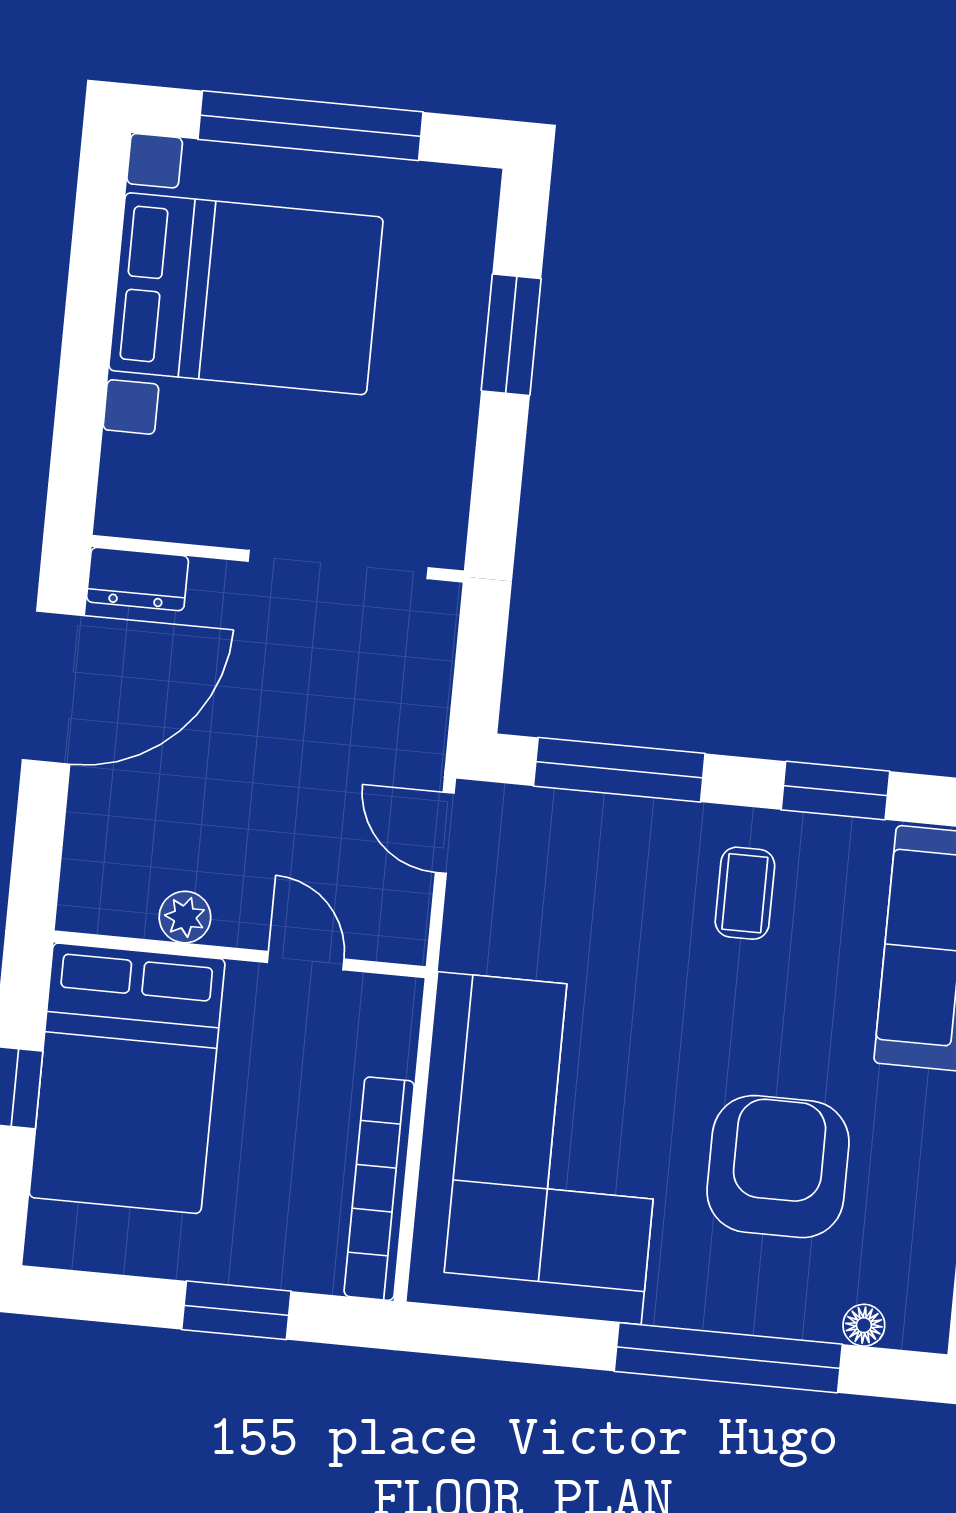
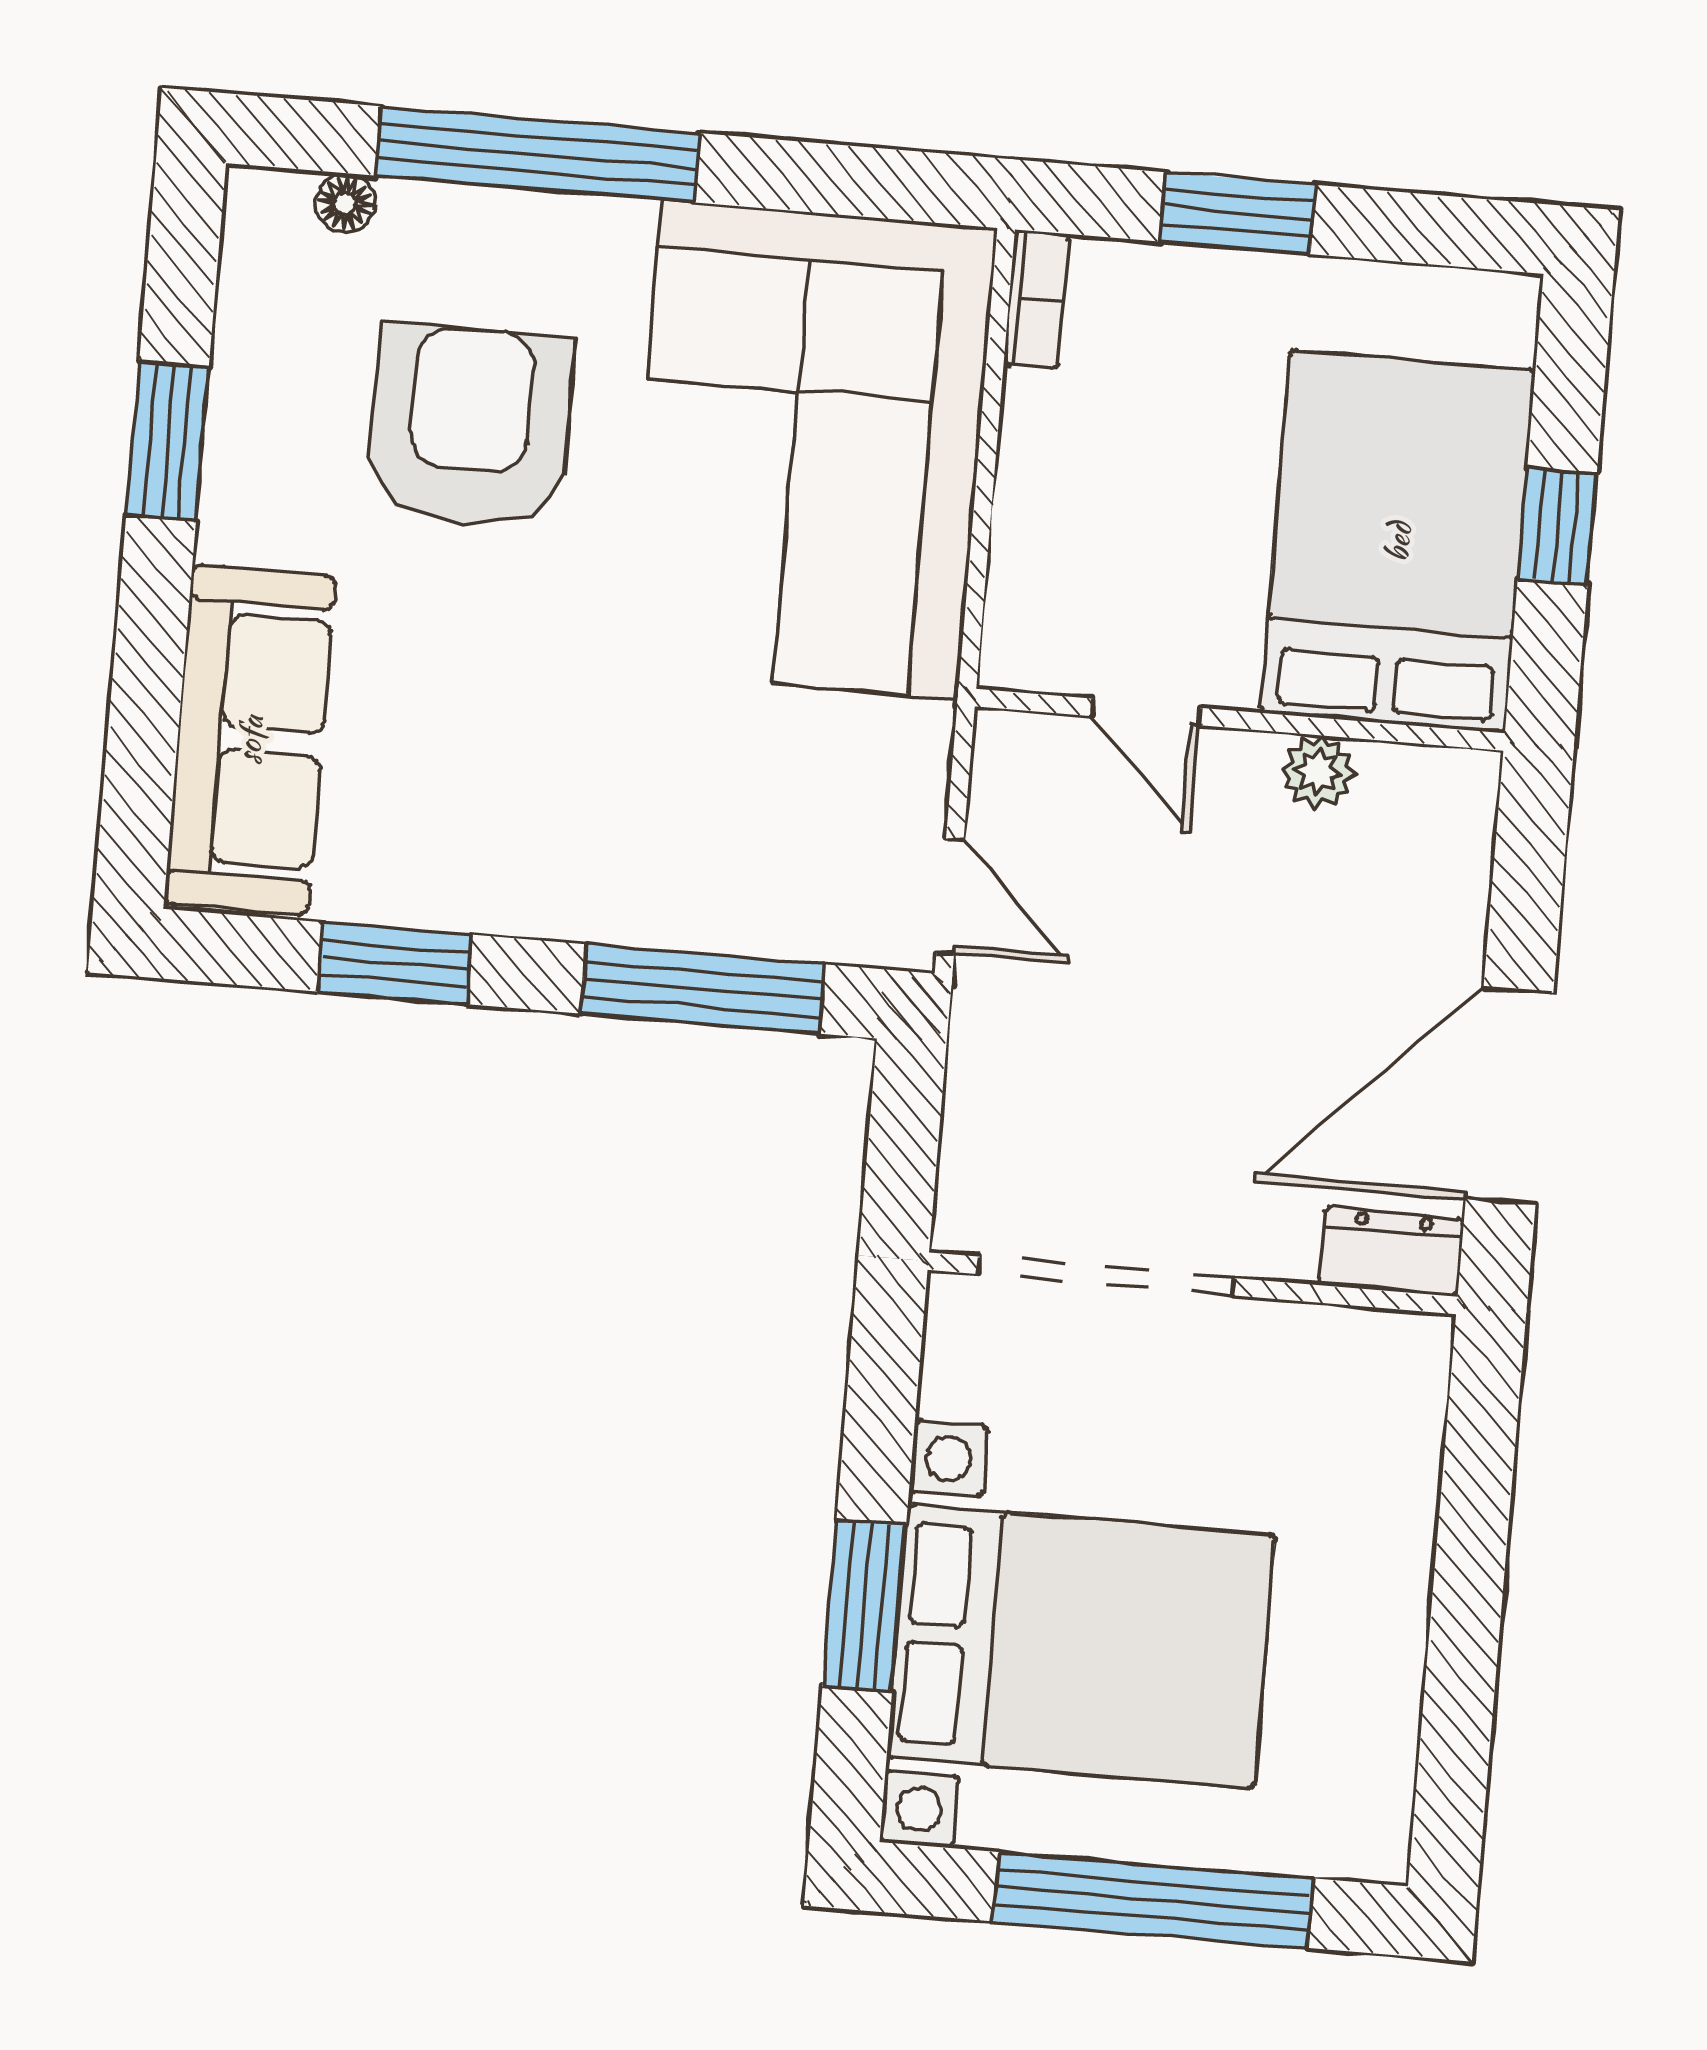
bed with nightstands: (246, 294) -> (1081, 1646), moved, turned 180
coffee table: (745, 893) -> (522, 816), removed
armchair: (778, 1167) -> (470, 427), turned 180
bookcase: (379, 1189) -> (1036, 299), width x0.43, depth x0.76

